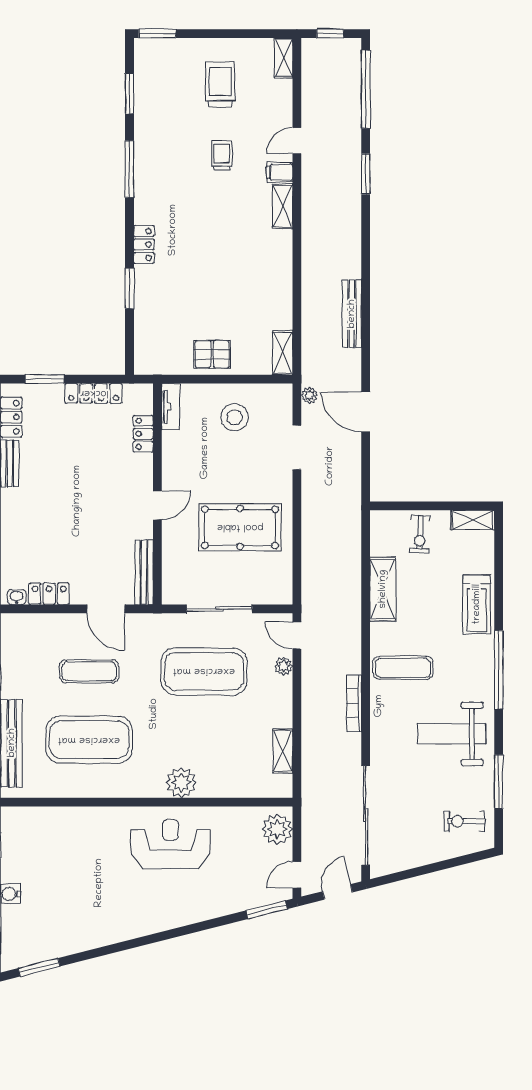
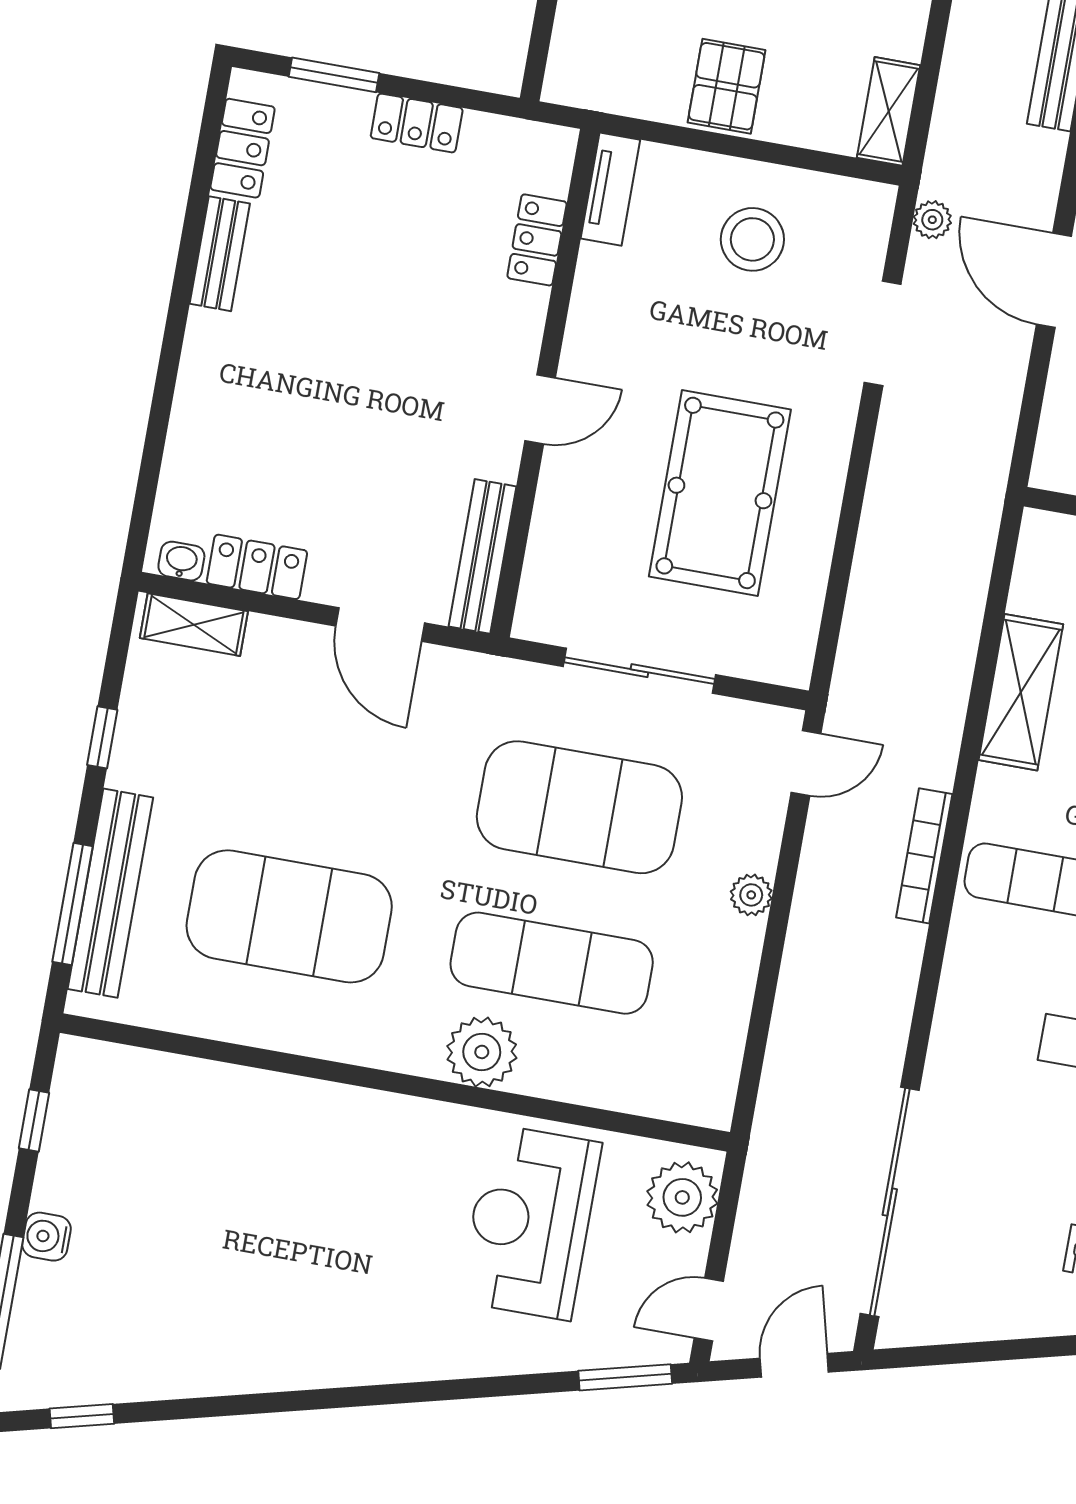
pallet: (212, 354) -> (727, 86), turned 90
locker: (94, 393) -> (417, 123), width x0.66
pool table: (240, 527) -> (720, 493), turned 90
door: (297, 635) -> (806, 763), swing flipped
plant: (284, 666) -> (751, 895), moved
exercise mat: (89, 671) -> (552, 963), moved, width x1.36, depth x1.45
bookcase: (354, 703) -> (924, 856), moved
shelving: (283, 751) -> (194, 625), moved, turned 90
reception desk: (170, 844) -> (530, 1222), moved, turned -90
window: (39, 967) -> (82, 1416), width x0.67

